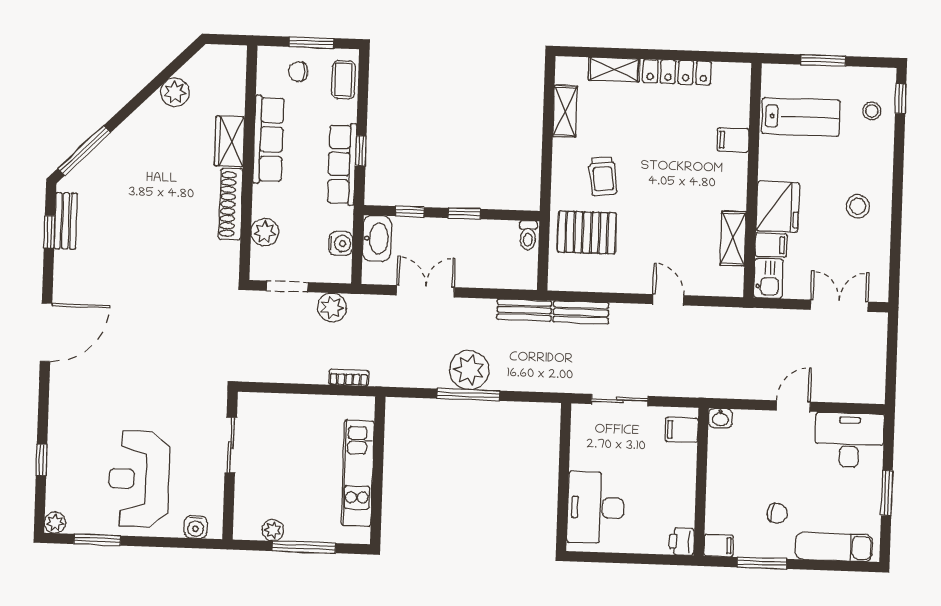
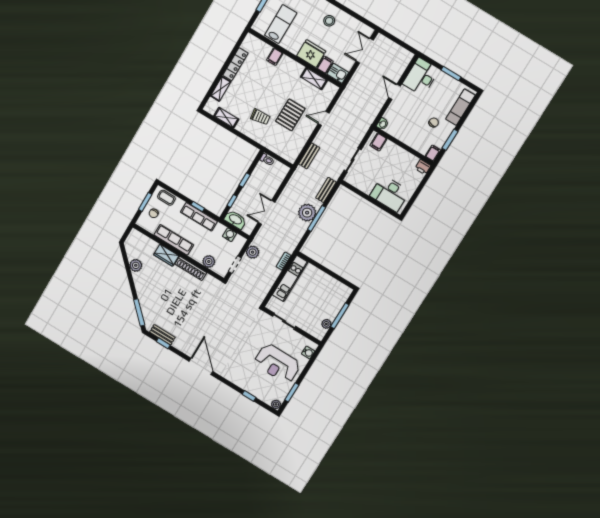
pallet: (587, 232) -> (290, 115), moved
bench: (524, 310) -> (326, 190), moved
kitchen unit: (358, 473) -> (290, 279), moved, turned -90

